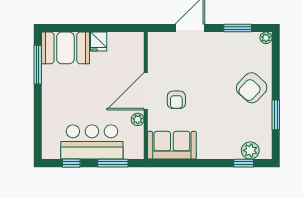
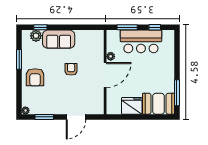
fridge: (99, 42) -> (132, 106), width x1.88, depth x1.34
armchair: (252, 88) -> (35, 77), turned 137
armchair: (176, 100) -> (71, 69), moved
sofa: (172, 145) -> (59, 39), moved

